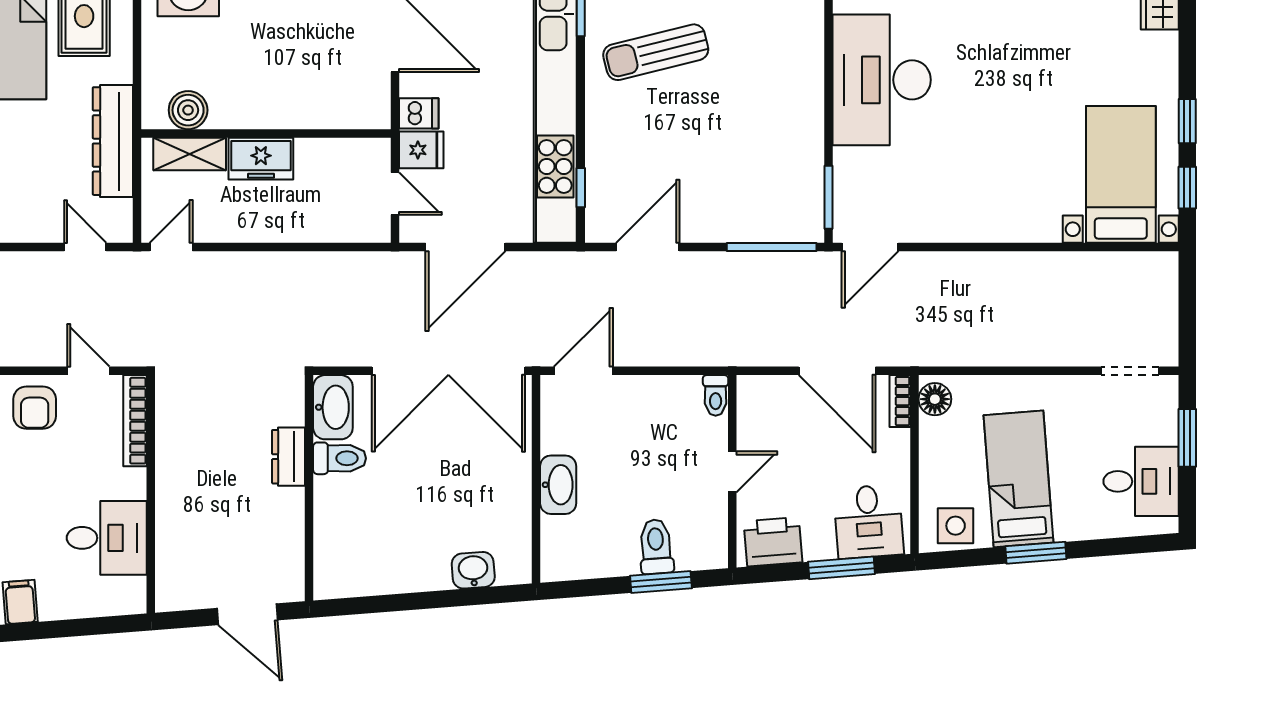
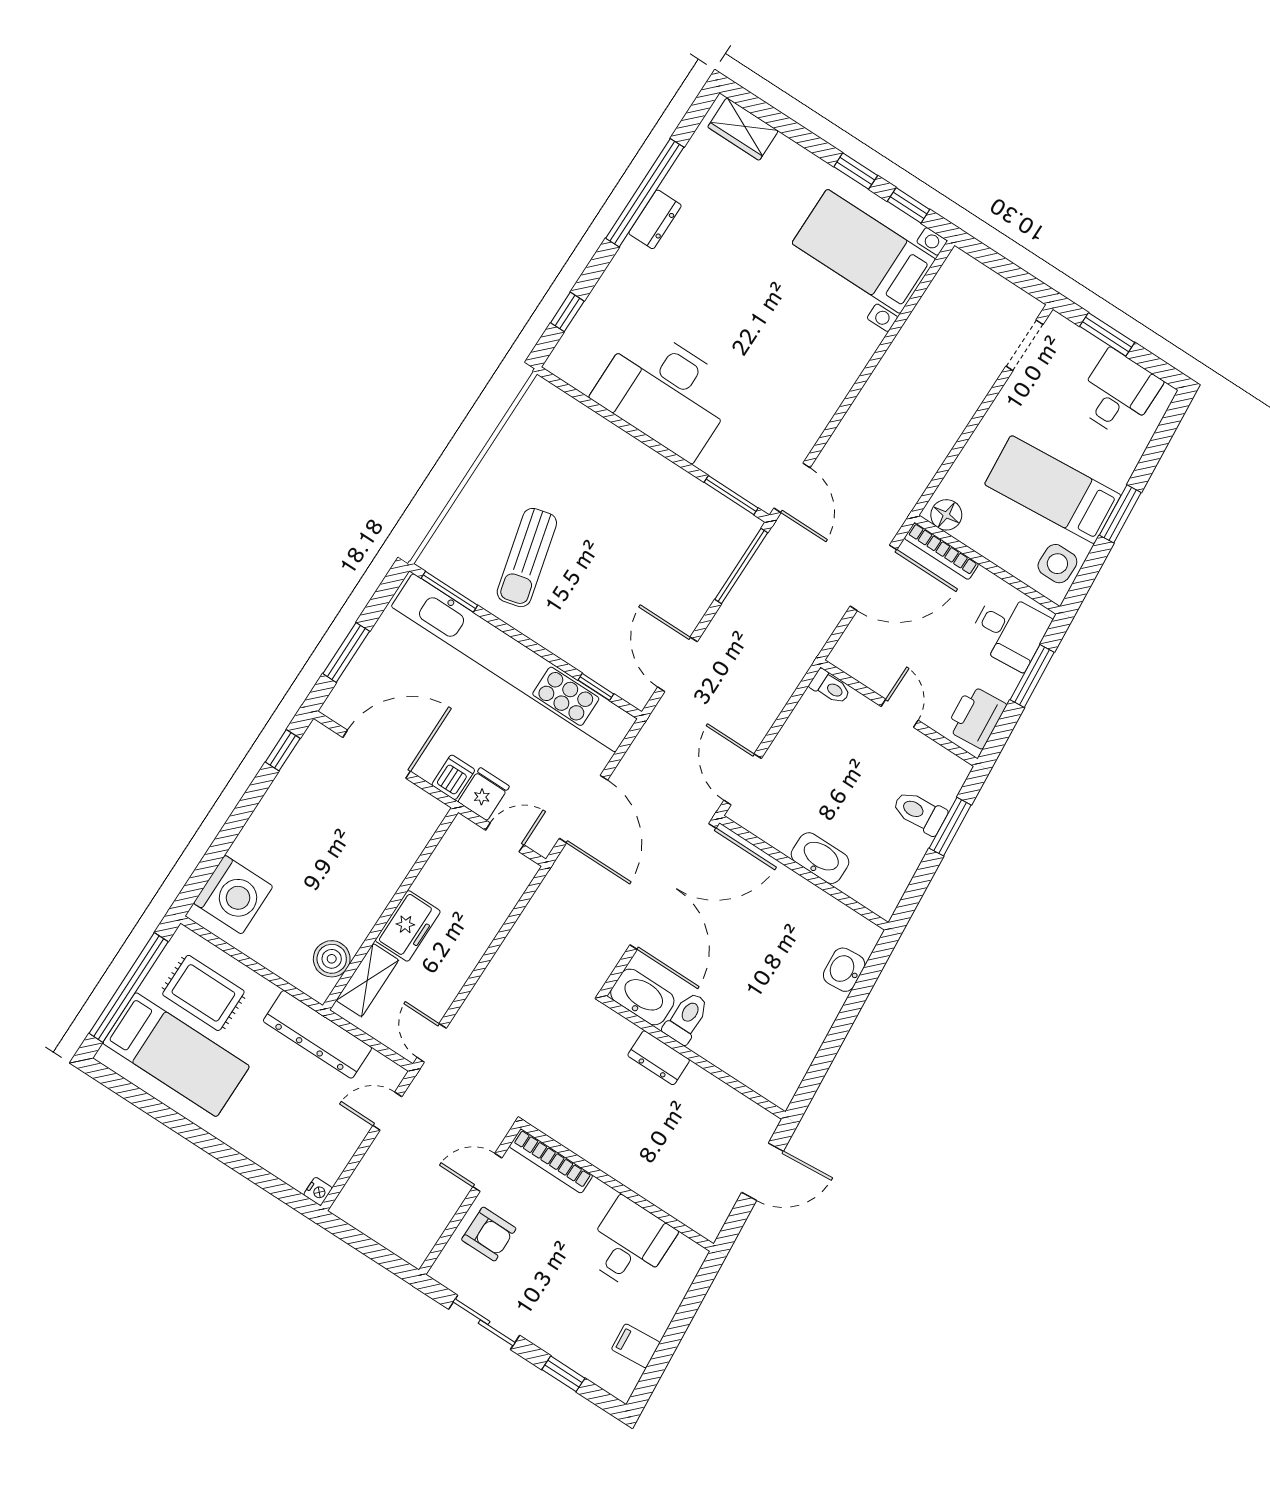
bookcase: (900, 401) -> (941, 551), width x1.56

